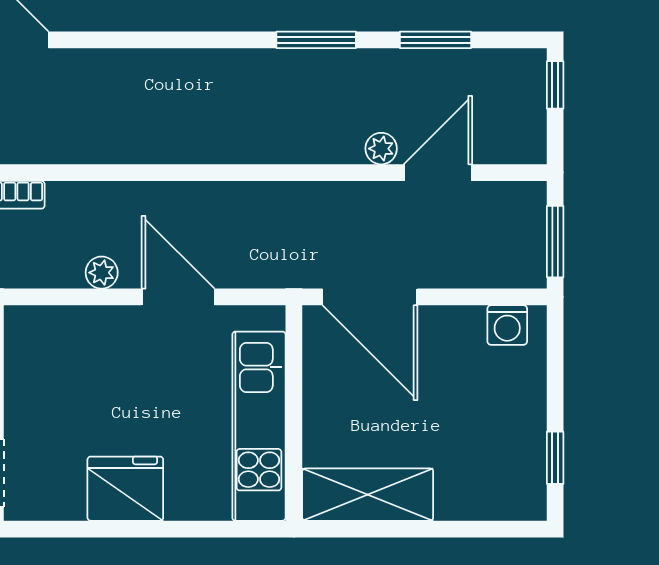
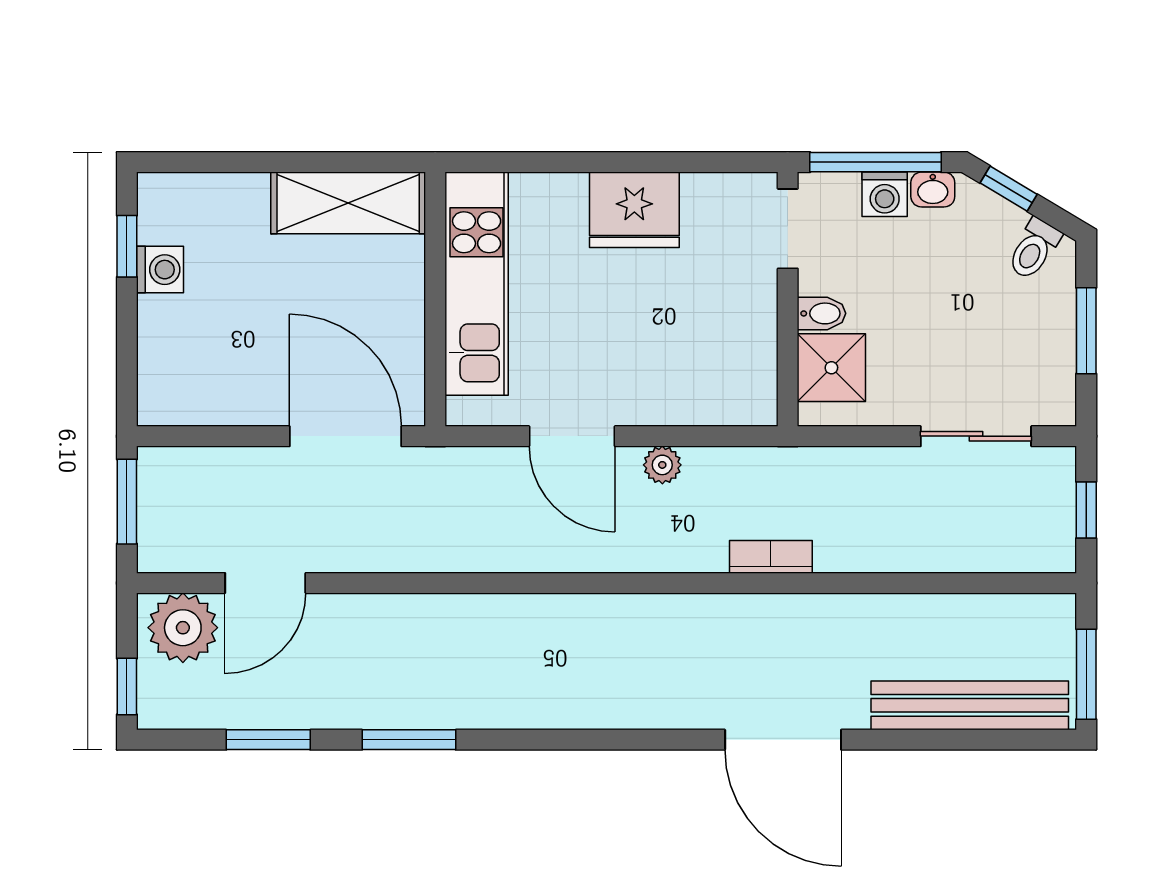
plant: (381, 149) -> (183, 628), moved, width x1.88, depth x1.88
washing machine: (507, 325) -> (160, 270), moved, turned 90

